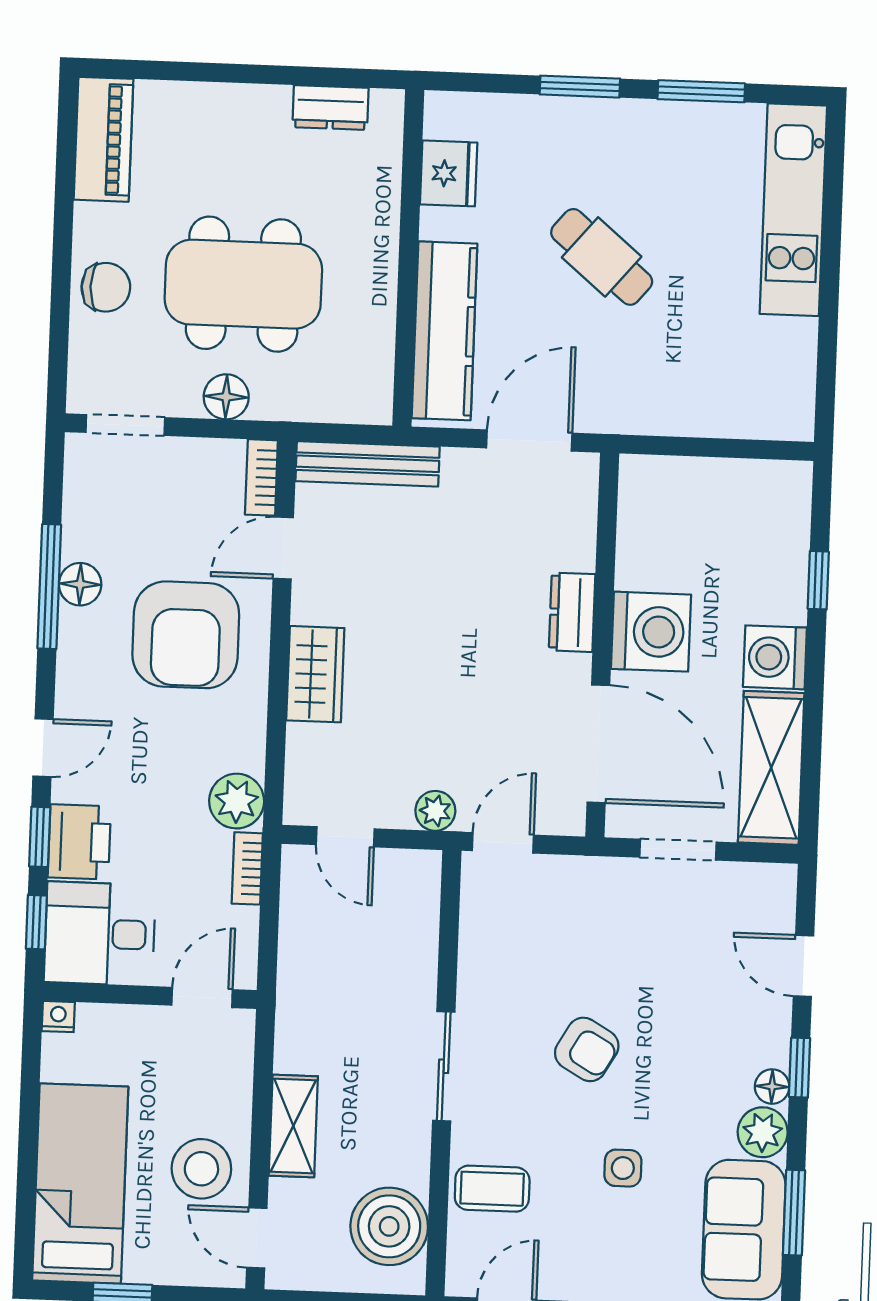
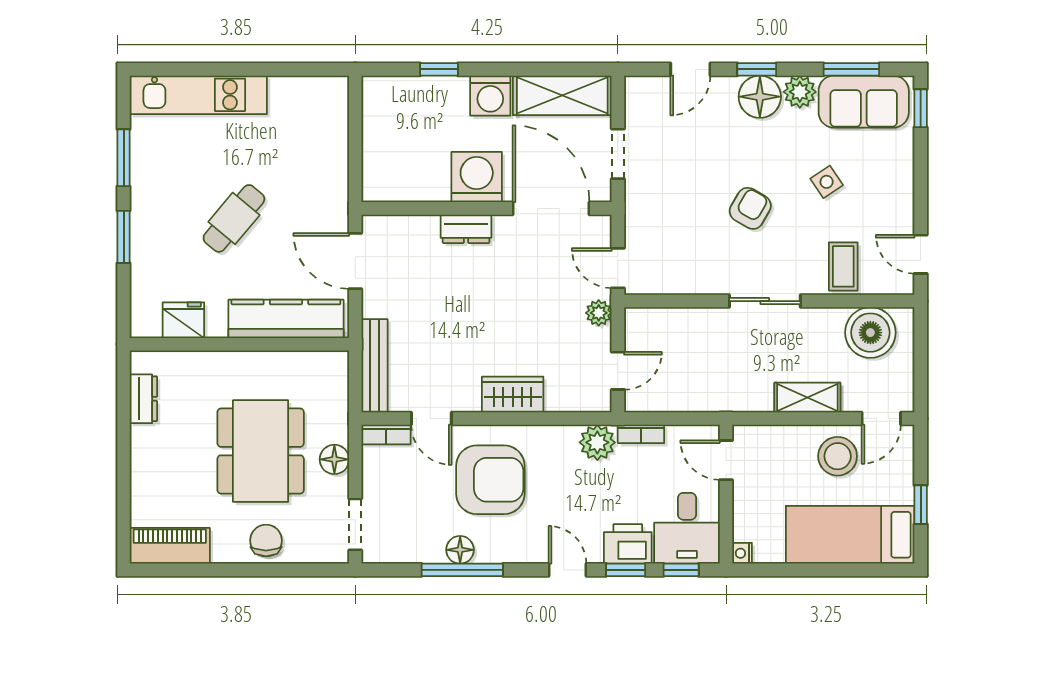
door: (598, 744) -> (551, 208), hinge flipped
floor lamp: (772, 1087) -> (760, 97), width x1.89, depth x1.89
side table: (623, 1168) -> (827, 182), turned -34

